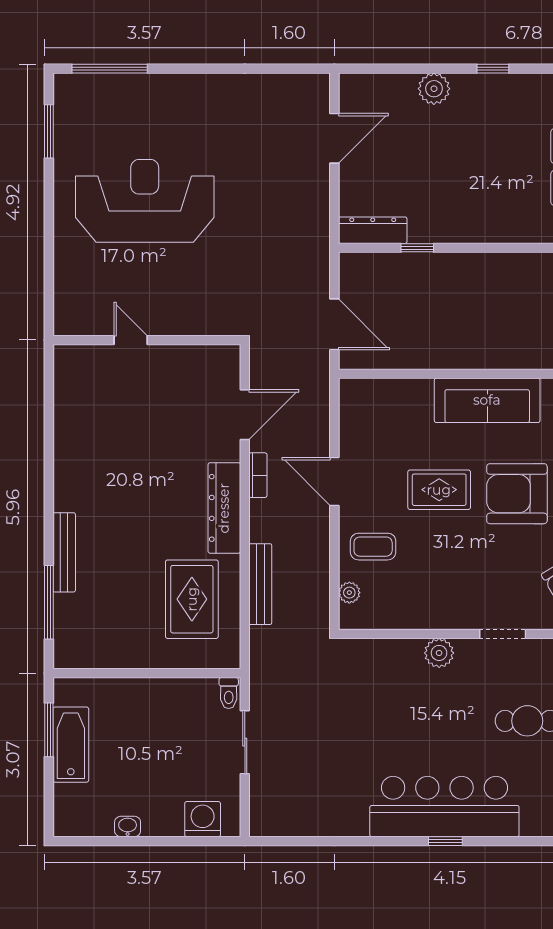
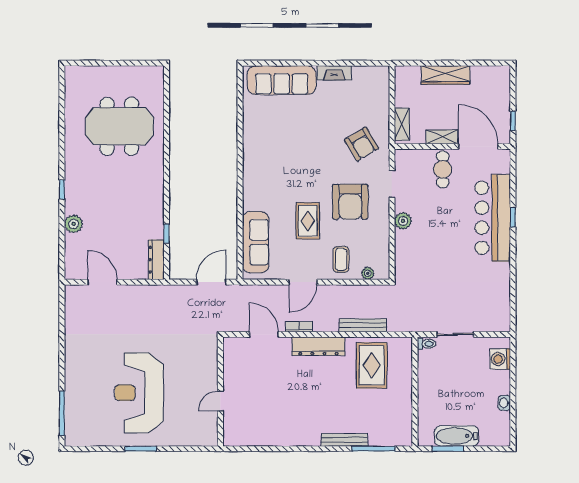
window: (49, 131) -> (141, 449), moved
sofa: (487, 400) -> (256, 242), moved
armchair: (517, 494) -> (350, 202), moved
rug: (192, 599) -> (372, 365), turned 90

